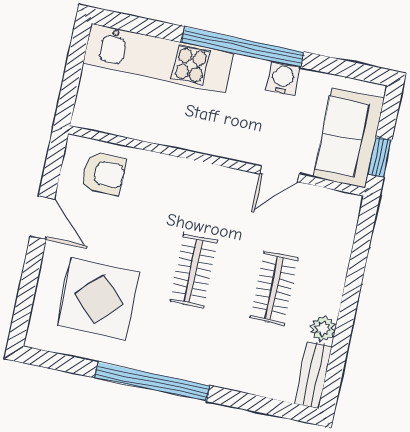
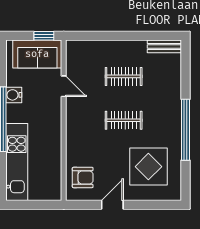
armchair: (104, 174) -> (83, 177), turned 90
plant: (323, 329) -> (139, 47), removed

